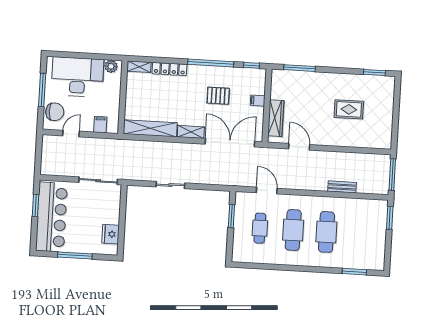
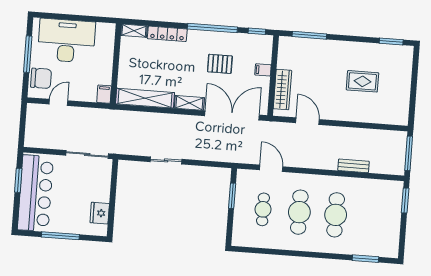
plant: (111, 66) -> (103, 30), removed
filing cabinet: (100, 125) -> (104, 94), moved

